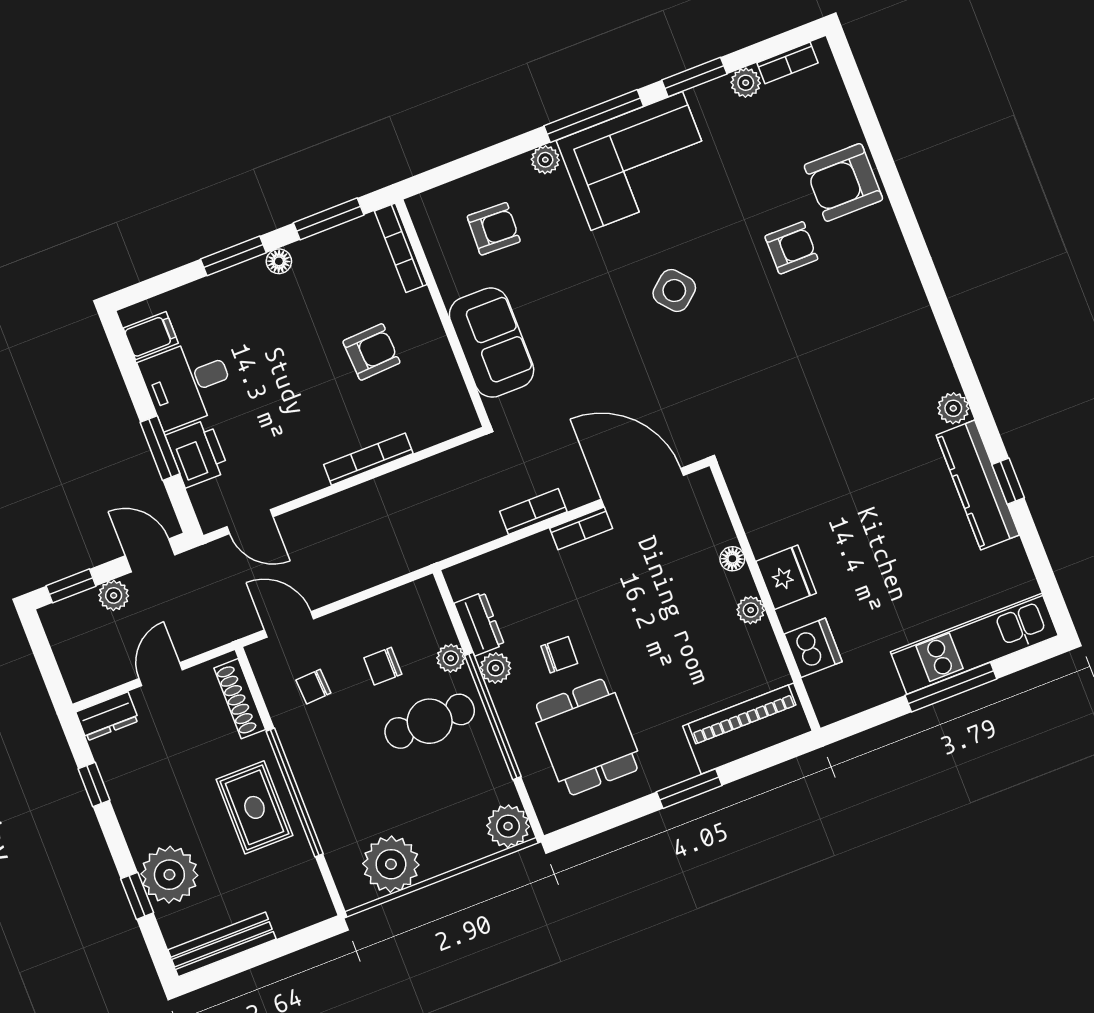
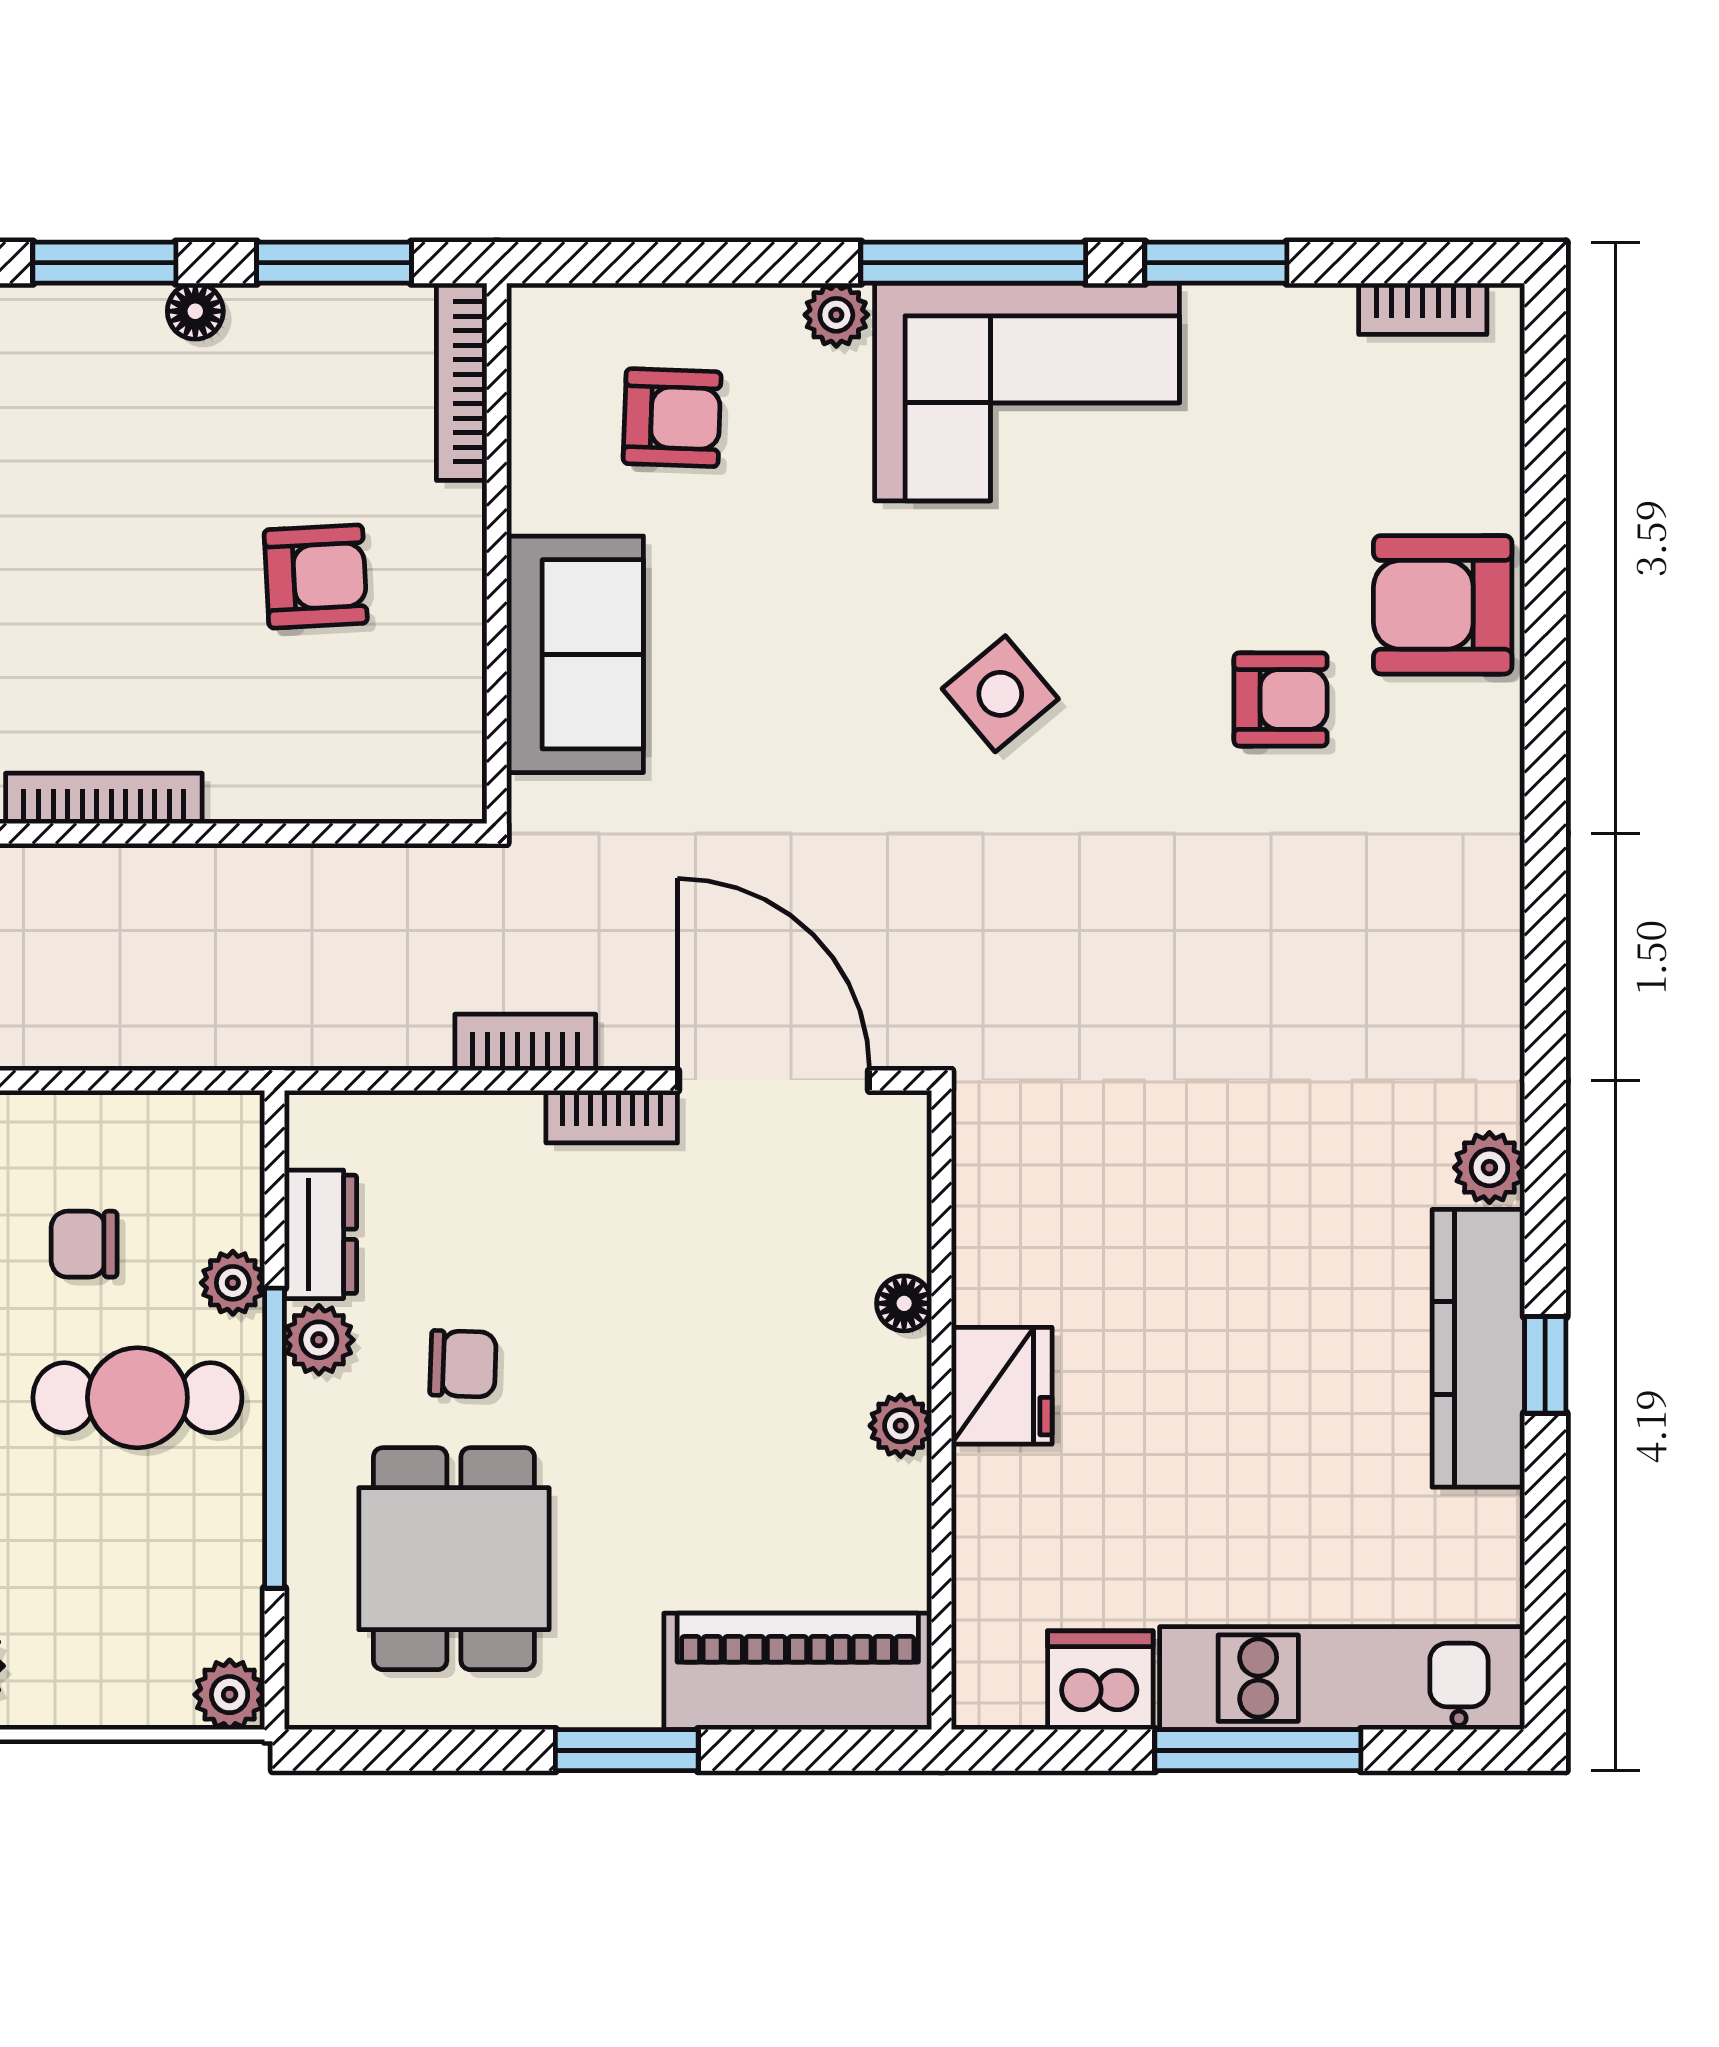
plant: (746, 83) -> (1319, 316), removed
bookcase: (368, 459) -> (104, 798), moved
dishwasher: (813, 648) -> (1100, 1680), moved, turned -90
plant: (508, 826) -> (230, 1695), width x0.73, depth x0.73

